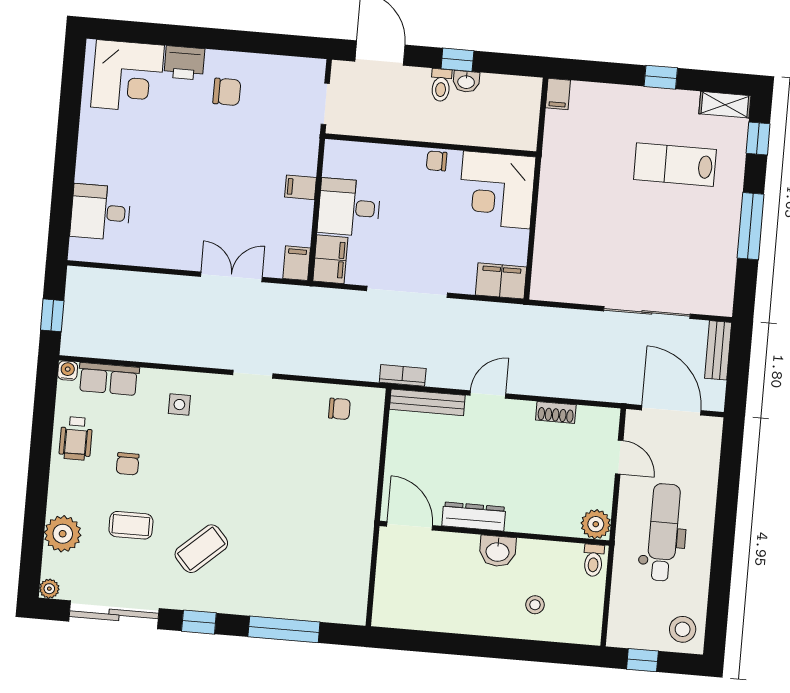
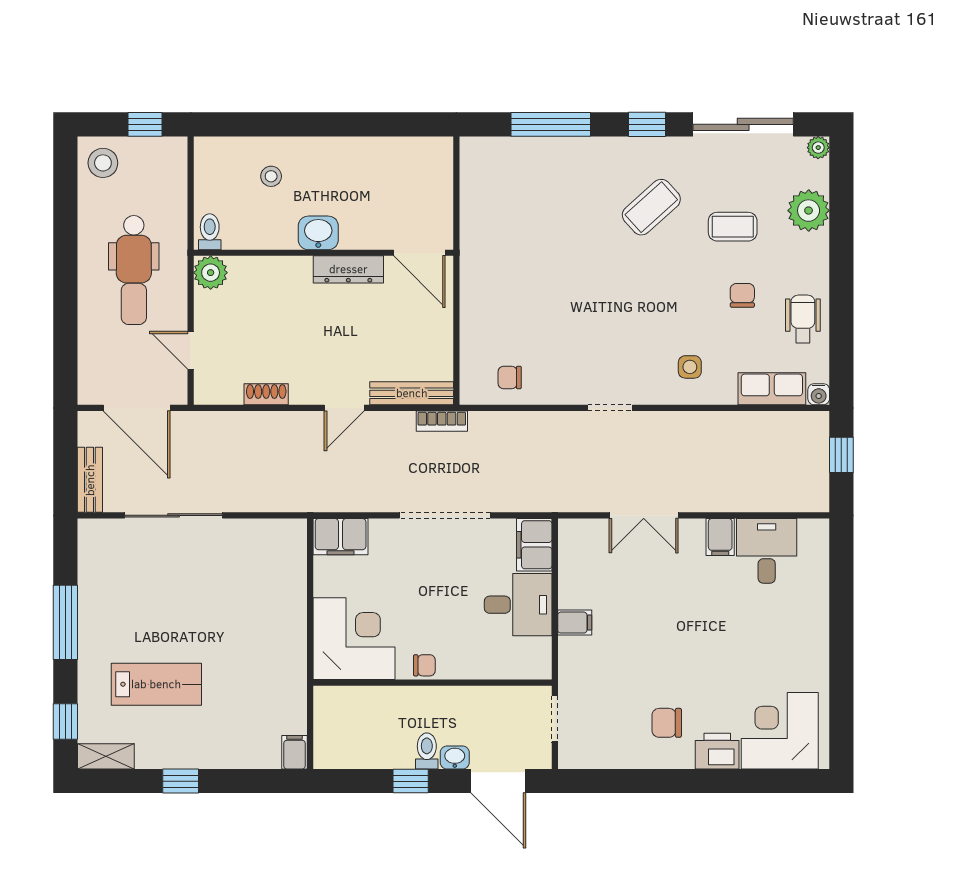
washbasin: (466, 82) -> (455, 757), moved
desk: (100, 212) -> (767, 551), moved, turned -90
filing cabinet: (297, 263) -> (720, 537), moved

